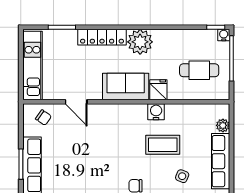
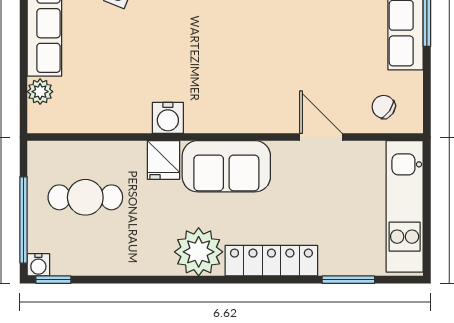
coffee table: (163, 145) -> (155, 55), removed

